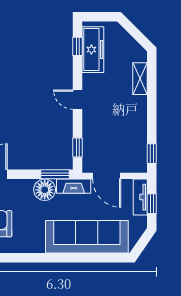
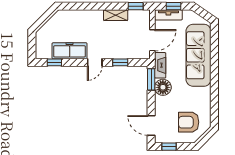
freezer: (93, 50) -> (70, 51), moved
shelving: (140, 79) -> (116, 15), moved
window: (78, 148) -> (120, 62), moved

